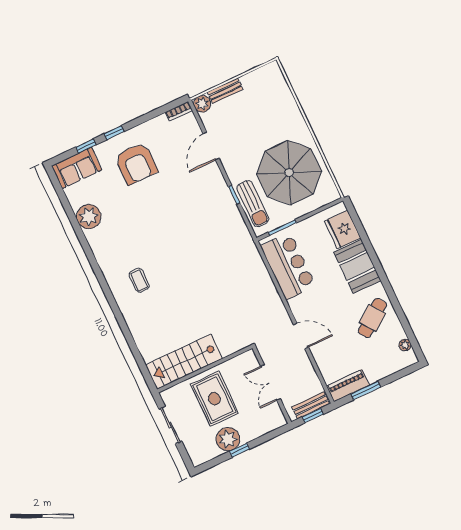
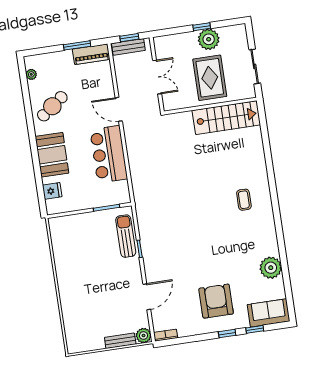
parasol: (289, 173) -> (86, 253), removed
fridge: (343, 229) -> (52, 191), width x0.53, depth x0.75
bar counter: (288, 266) -> (109, 154), moved

